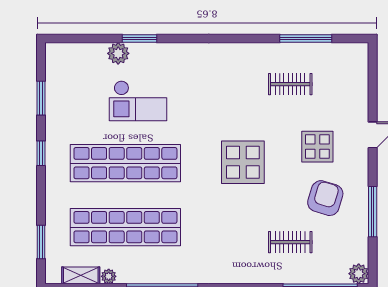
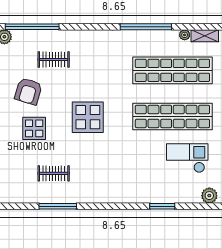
window: (306, 39) -> (58, 206), moved
plant: (118, 53) -> (209, 196), moved
checkout: (138, 101) -> (187, 158), moved

